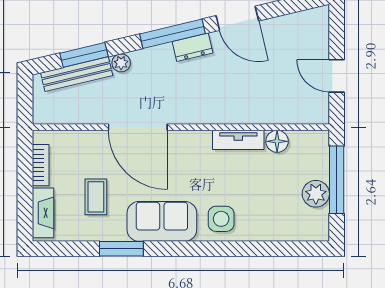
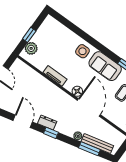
window: (173, 34) -> (51, 133), width x0.46
floor lamp: (277, 141) -> (77, 91), moved
window: (337, 180) -> (29, 35), width x0.46
plant: (316, 194) -> (31, 48), moved

